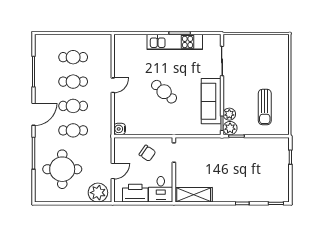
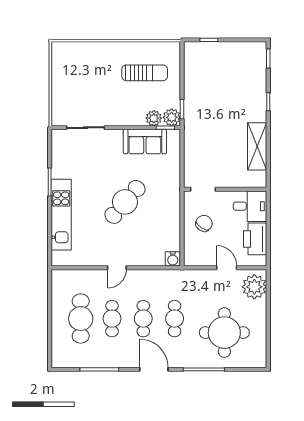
kitchen unit: (175, 42) -> (61, 215), moved
cafe table: (73, 57) -> (81, 319), width x1.37, depth x1.35
door: (113, 85) -> (117, 268), swing flipped
cafe table: (164, 92) -> (125, 202), width x1.37, depth x1.35
sofa: (211, 101) -> (145, 142), width x0.73
shelving: (194, 195) -> (257, 146), moved

